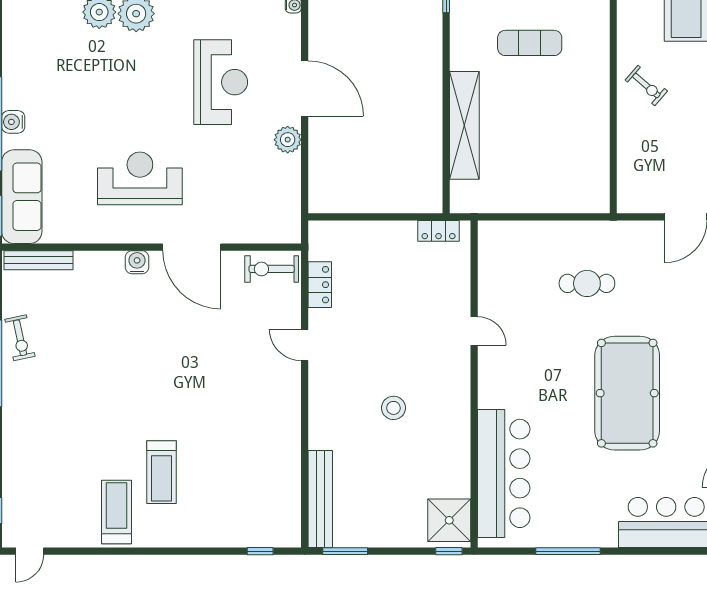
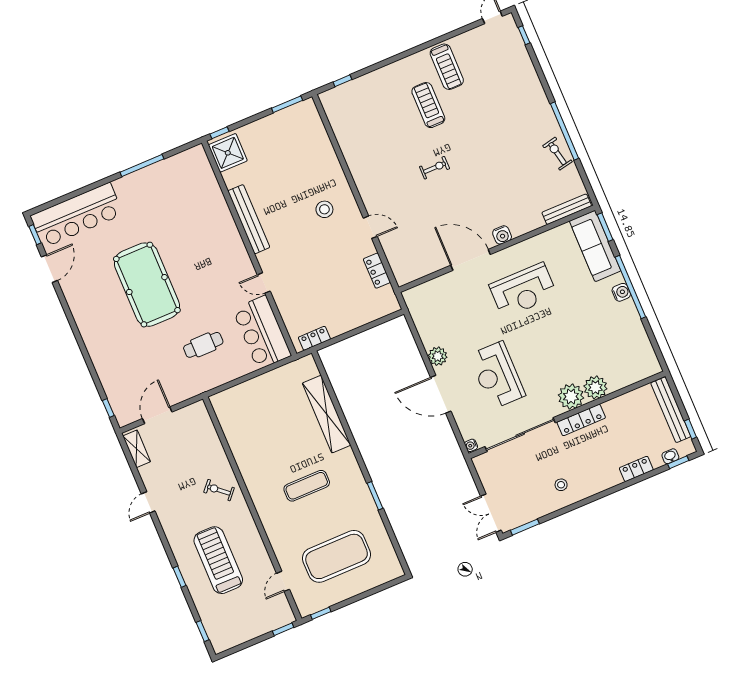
exercise bike: (272, 269) -> (435, 168), moved, width x0.73, depth x0.72
stool: (393, 408) -> (324, 209), moved
bar counter: (504, 473) -> (262, 332), moved, width x0.73
bench: (320, 499) -> (249, 219), moved

